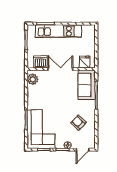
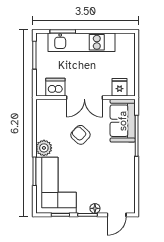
double door: (60, 69) -> (84, 98), swing flipped
plant: (33, 79) -> (44, 148), moved
armchair: (78, 123) -> (80, 135), moved

